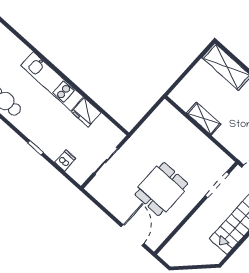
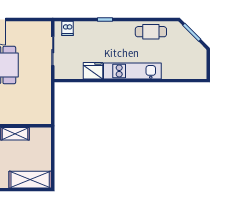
dishwasher: (65, 160) -> (68, 28), moved

